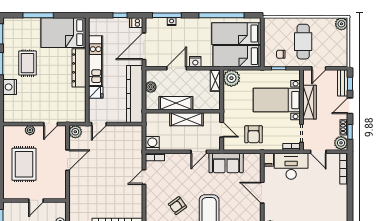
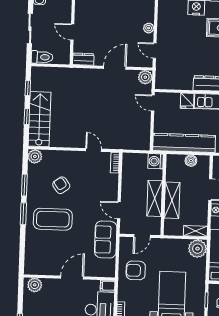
shelving: (176, 103) -> (172, 200), moved
washing machine: (152, 143) -> (156, 161), moved, turned 180
door: (67, 160) -> (115, 68), swing flipped
rug: (24, 164) -> (112, 20), removed
dresser: (61, 189) -> (83, 59), added

